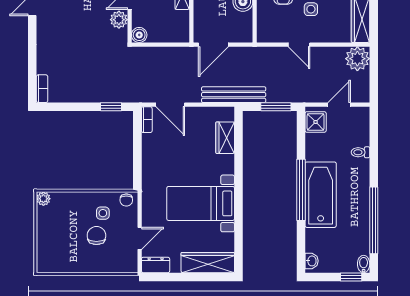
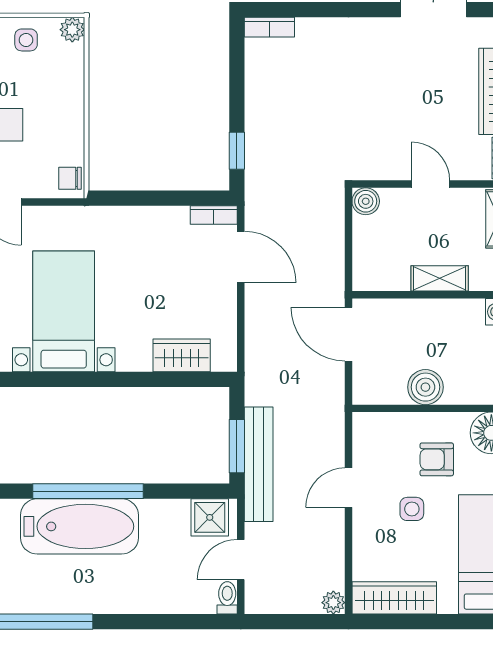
plant: (119, 20) -> (393, 165), removed
plant: (357, 59) -> (333, 603), width x0.53, depth x0.53
bench: (234, 95) -> (259, 464), moved
door: (170, 105) -> (241, 257), swing flipped
door: (339, 105) -> (241, 560), swing flipped
toilet: (360, 152) -> (227, 598), moved
side table: (103, 213) -> (26, 40), moved

